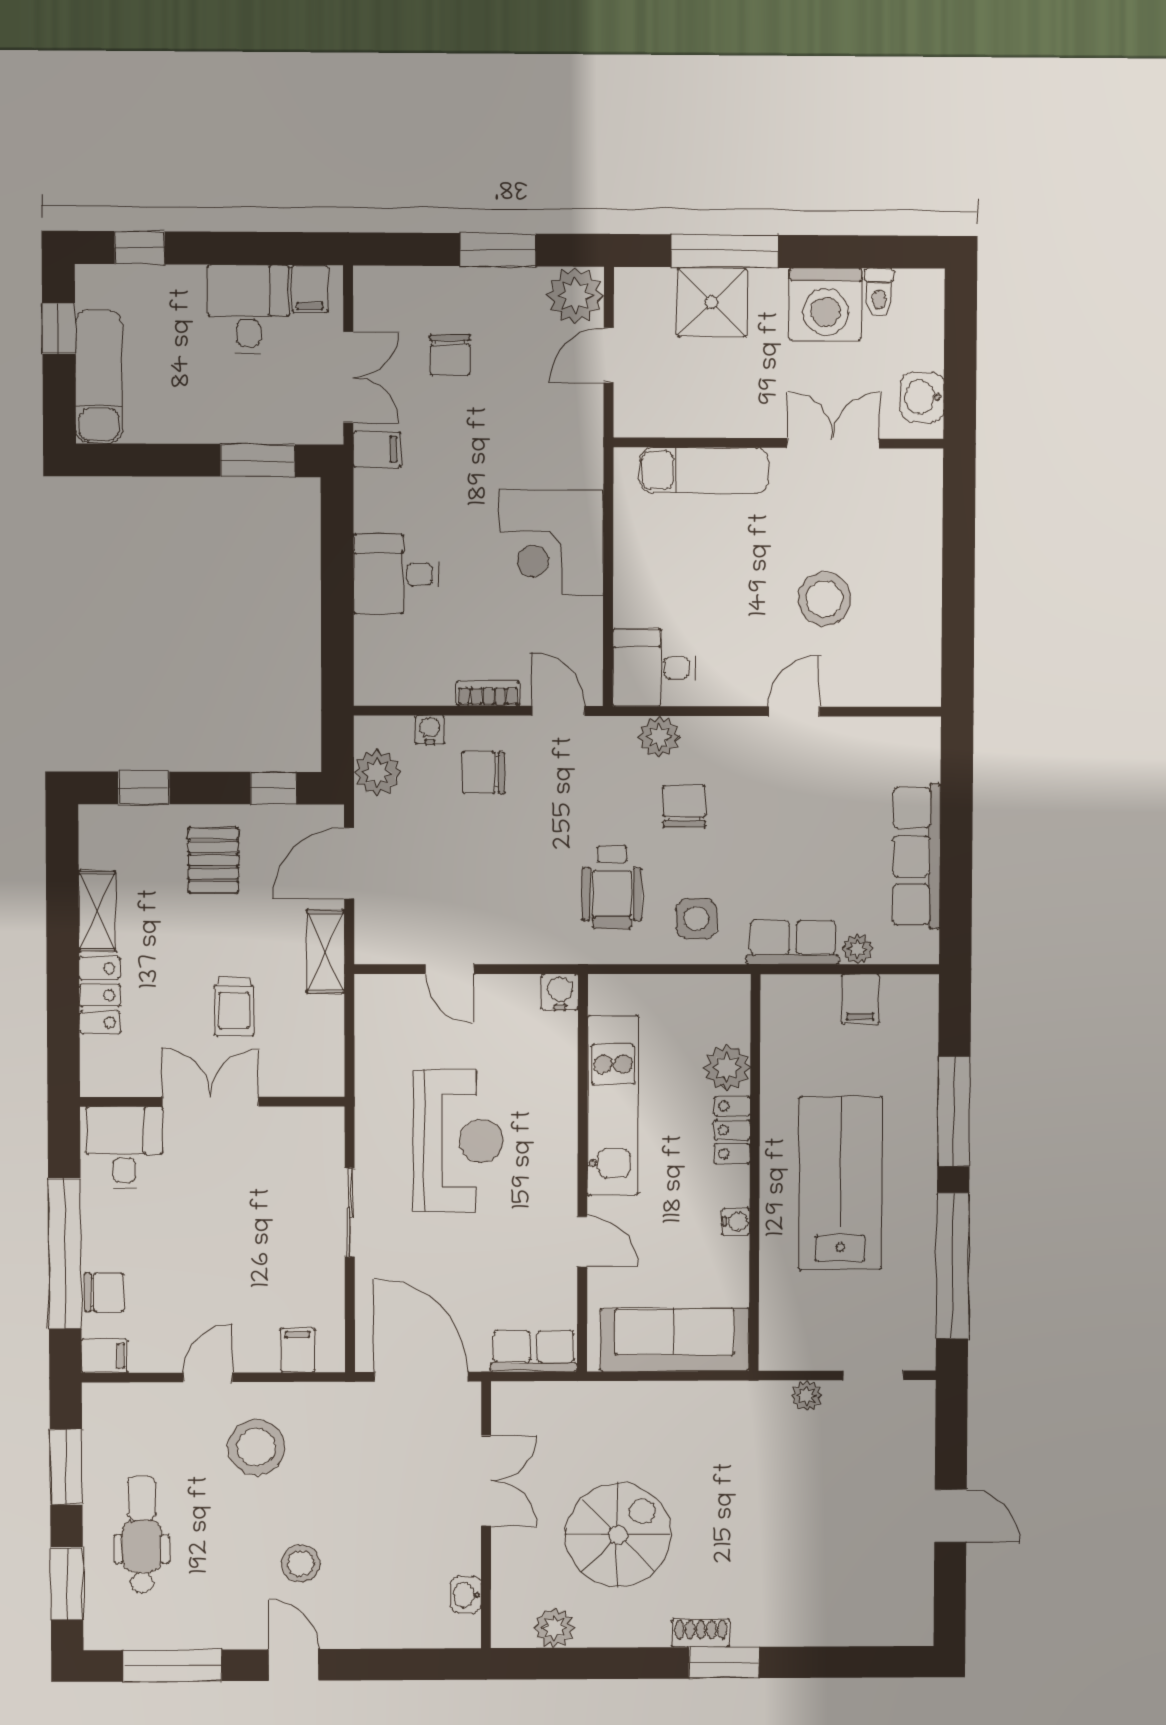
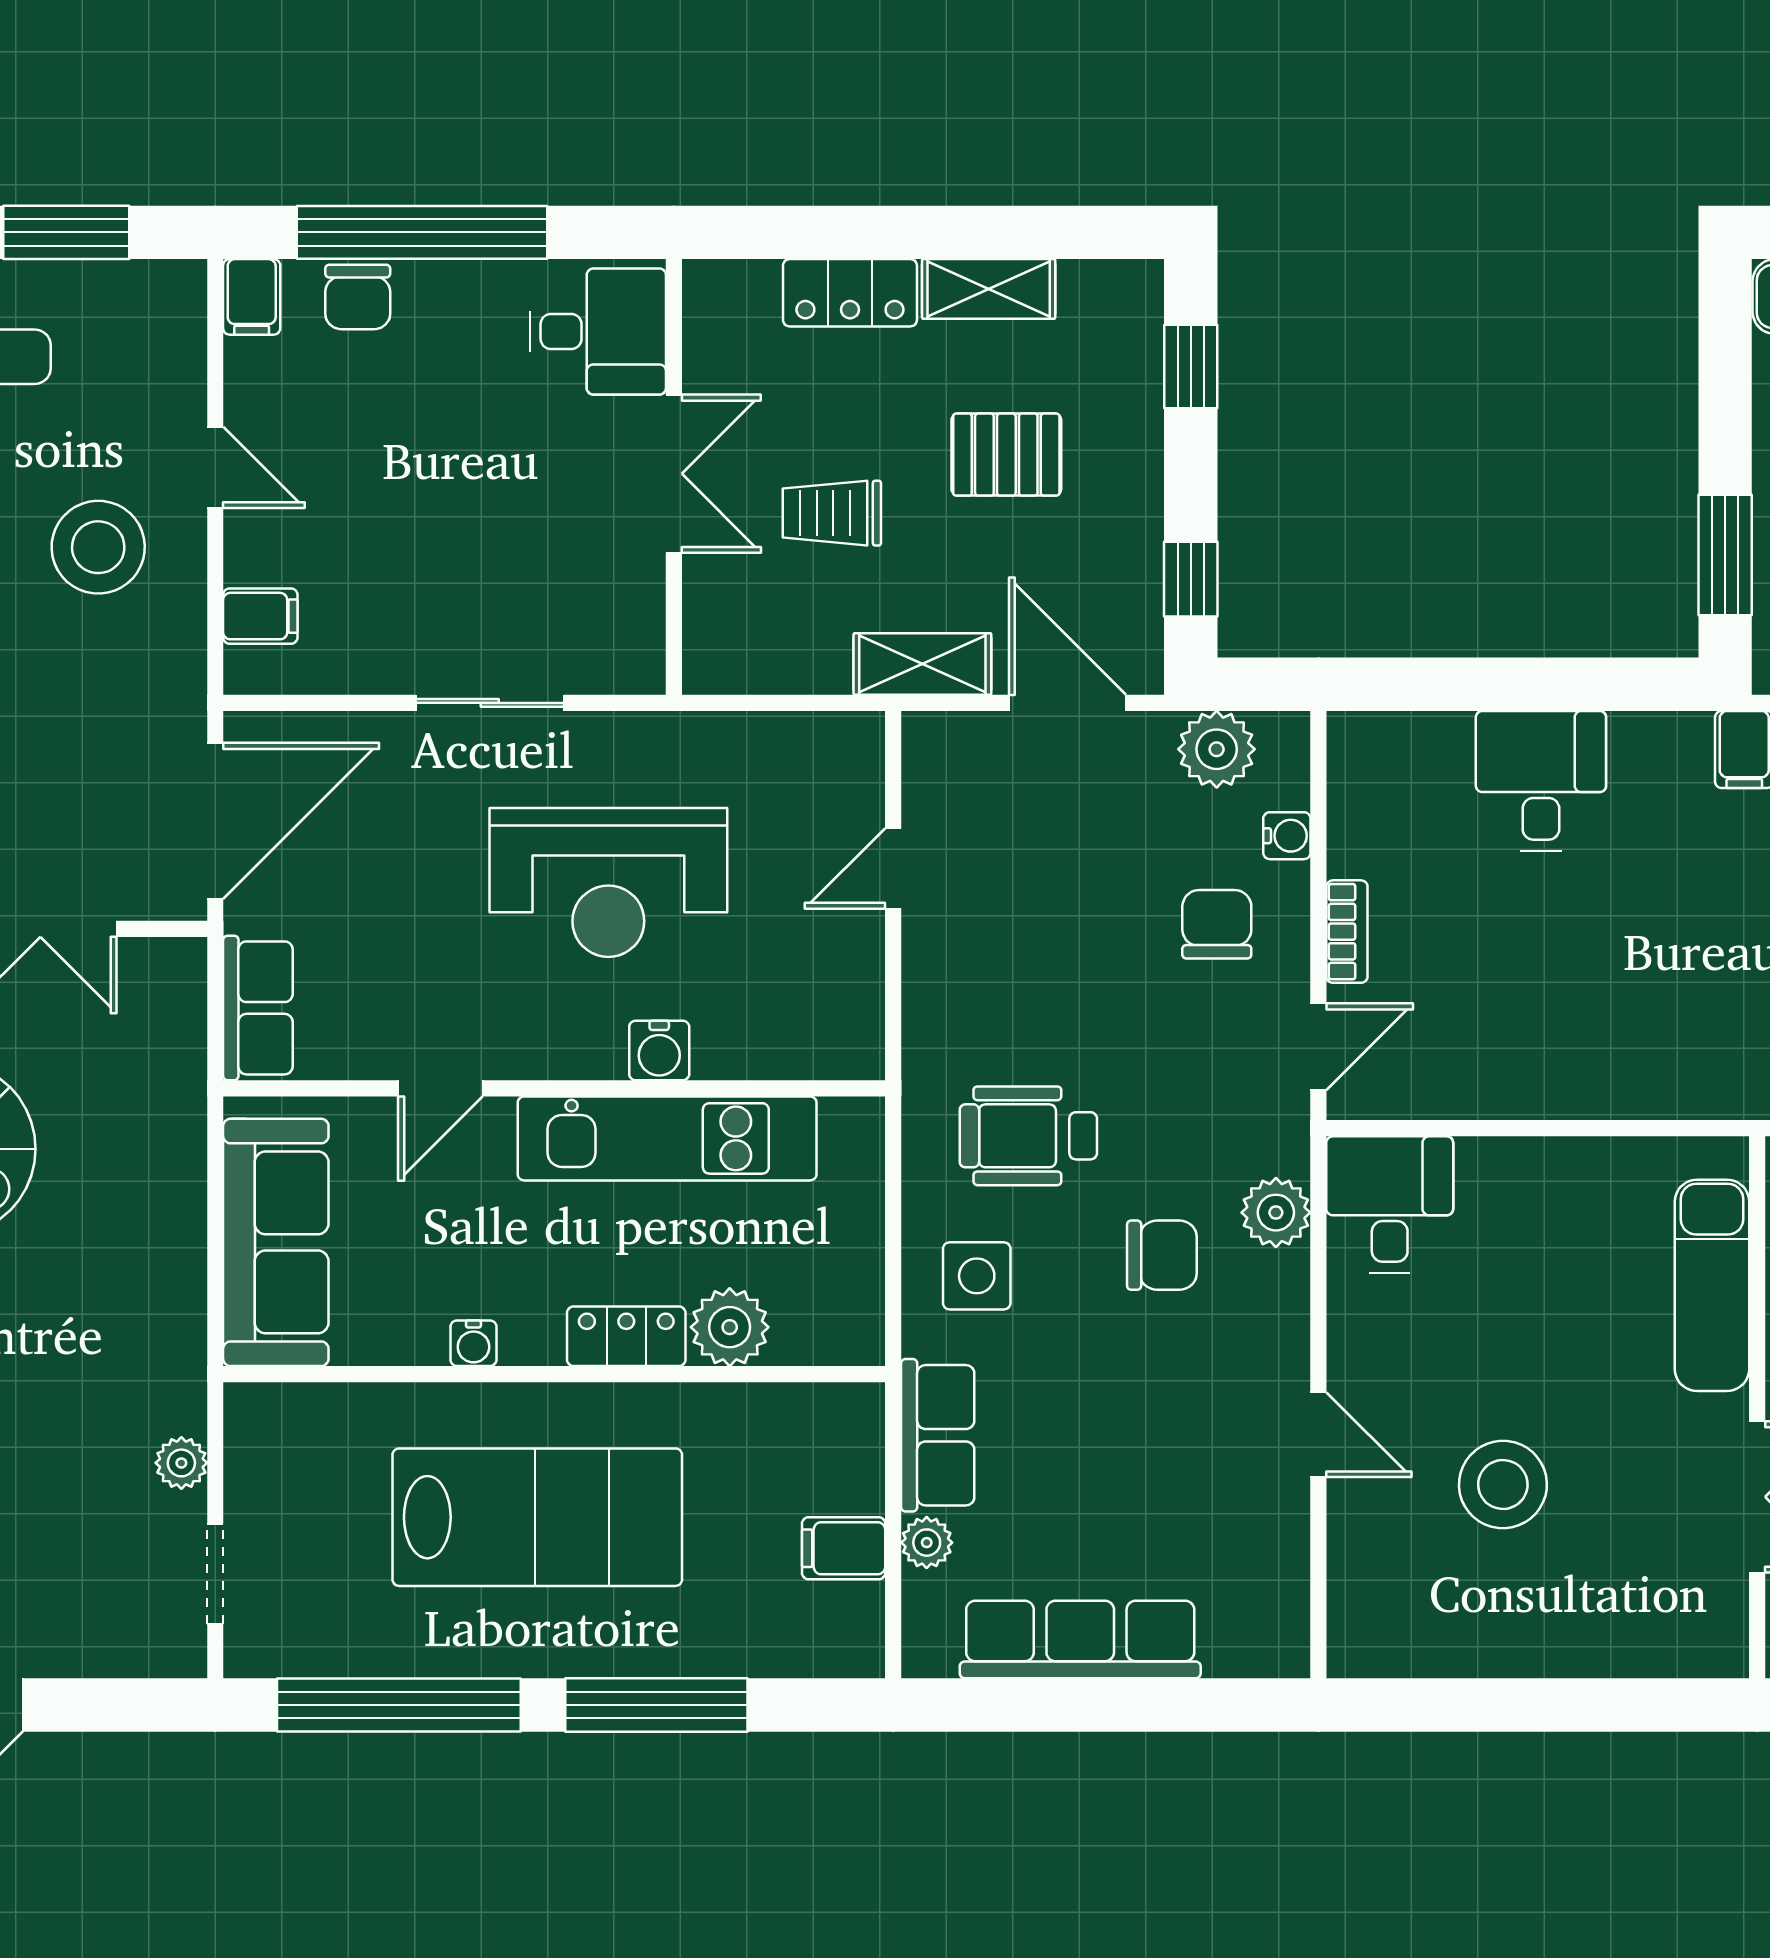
corner desk: (551, 542) -> (1594, 1035), removed
pallet: (213, 860) -> (1006, 455), moved
water cooler: (560, 992) -> (659, 1050), moved, turned 90

